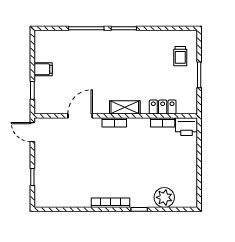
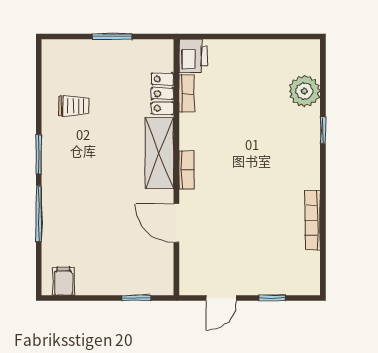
trolley: (180, 56) -> (74, 106), moved
filing cabinet: (43, 69) -> (63, 281), moved
shelving: (125, 107) -> (159, 153), width x1.50, depth x1.33
door: (32, 132) -> (221, 298), moved
bookcase: (110, 203) -> (312, 220), moved

